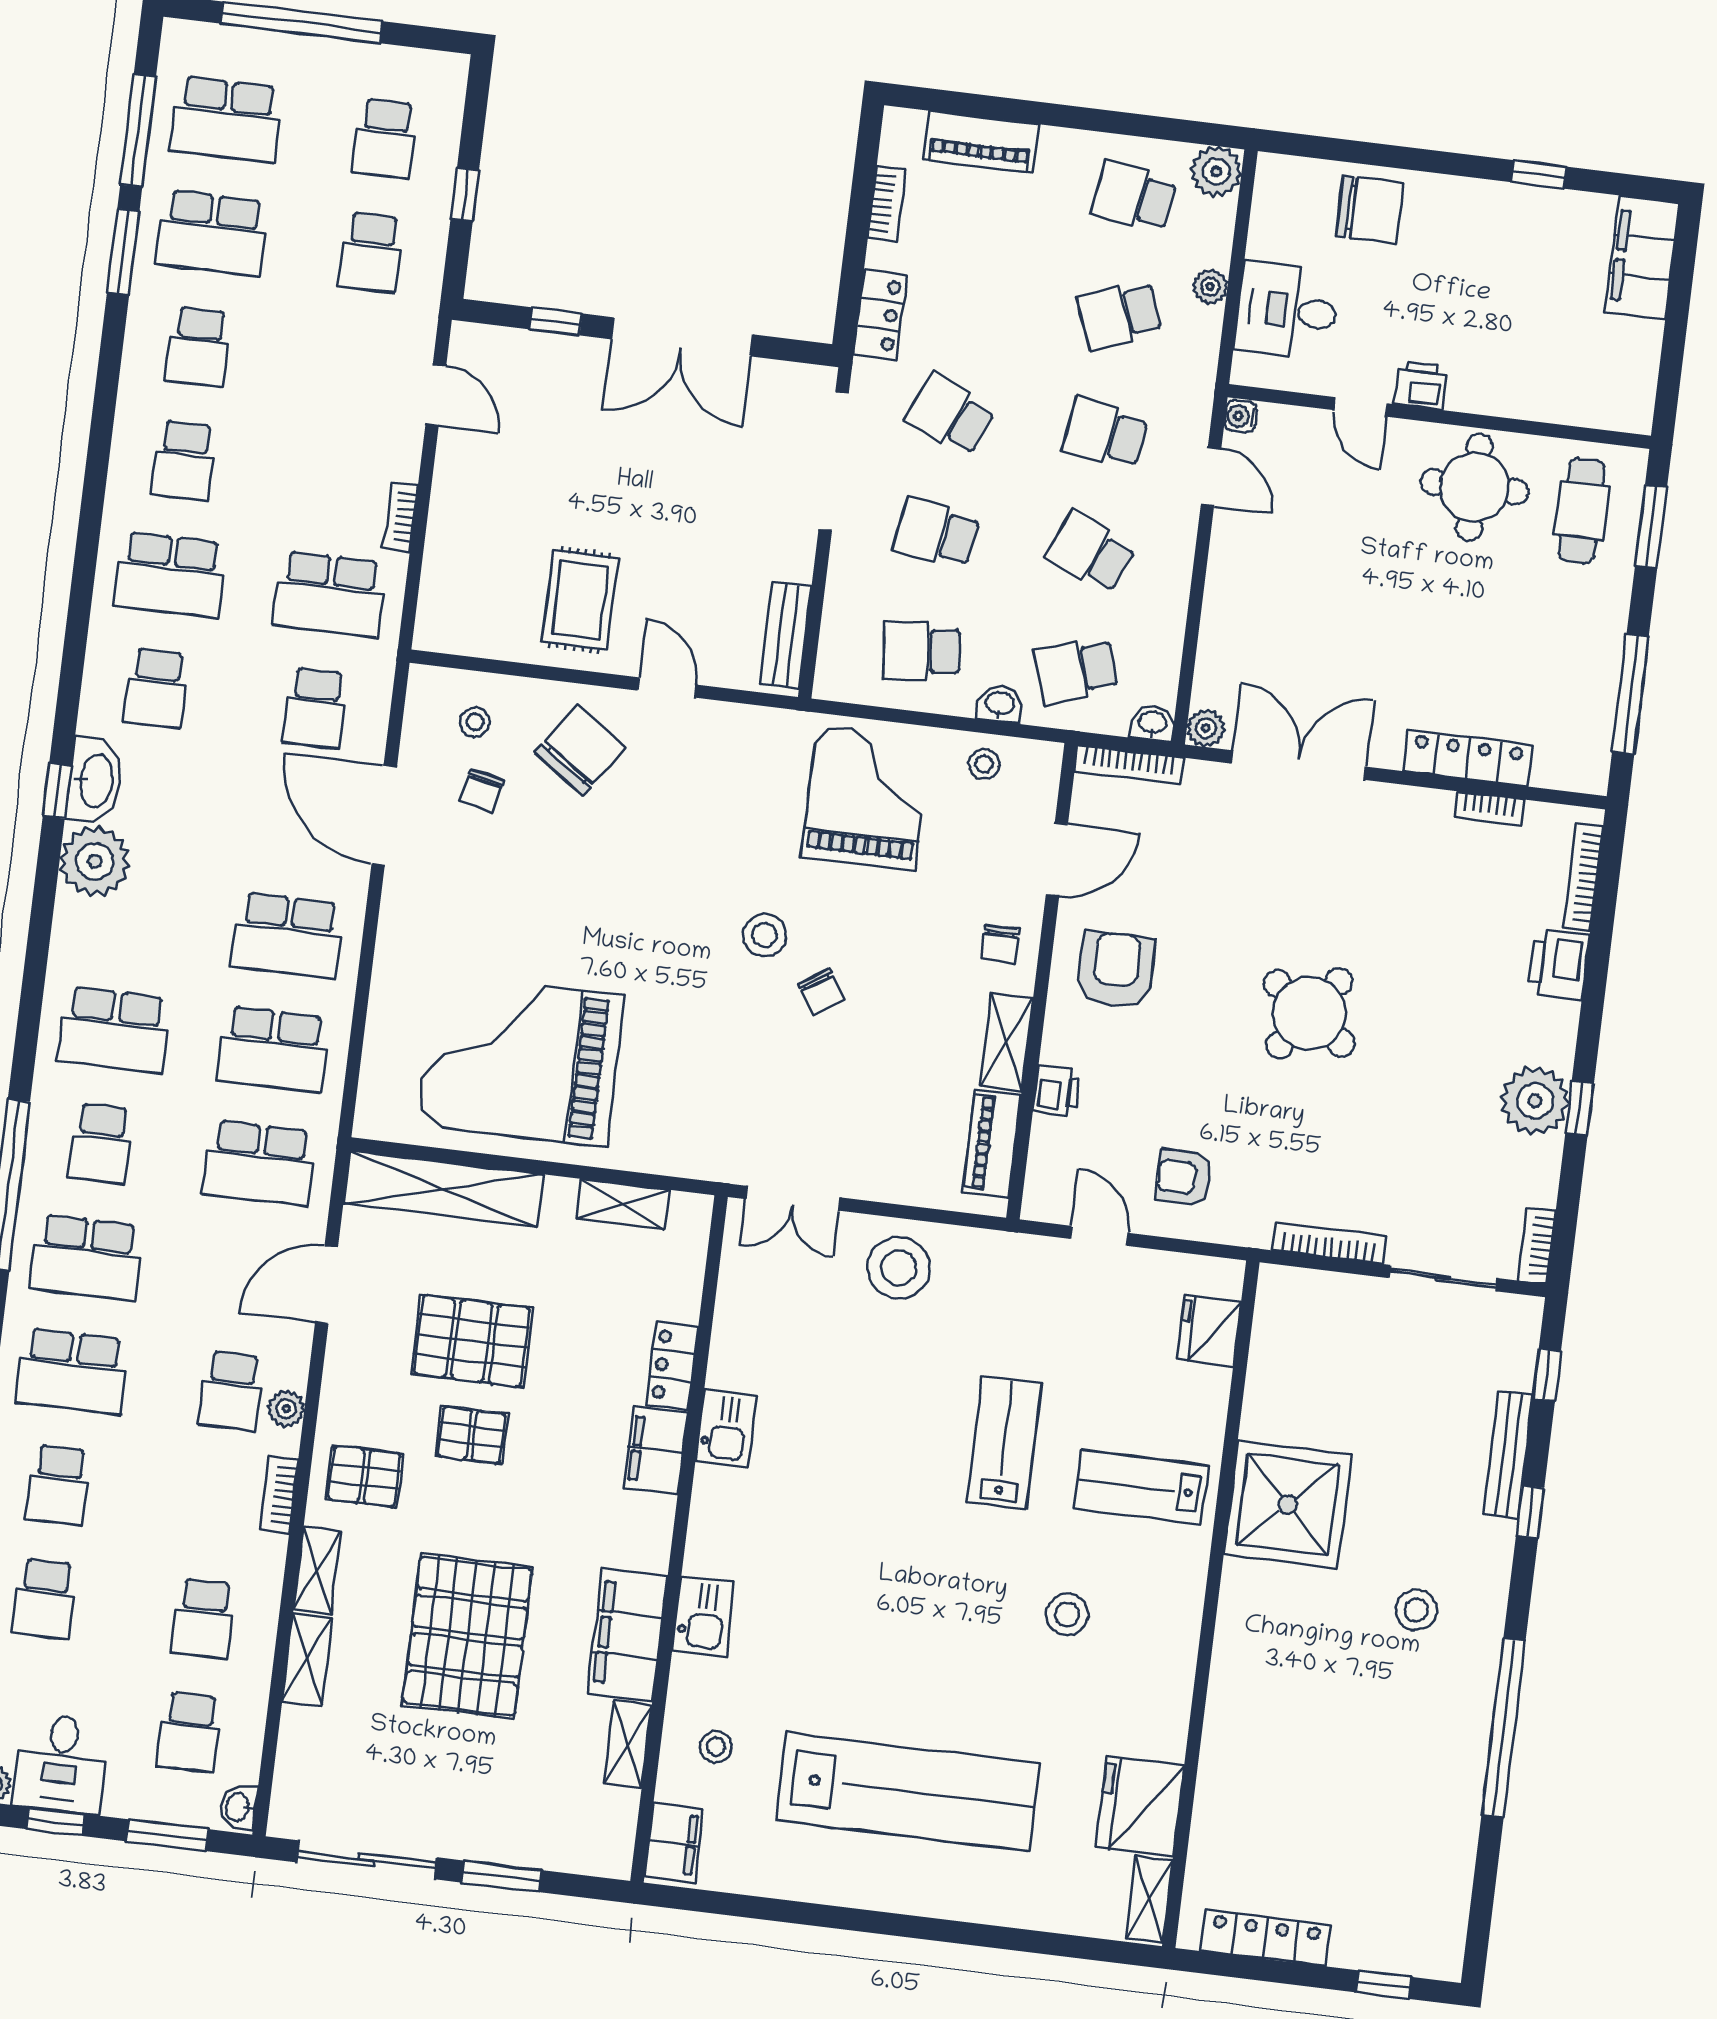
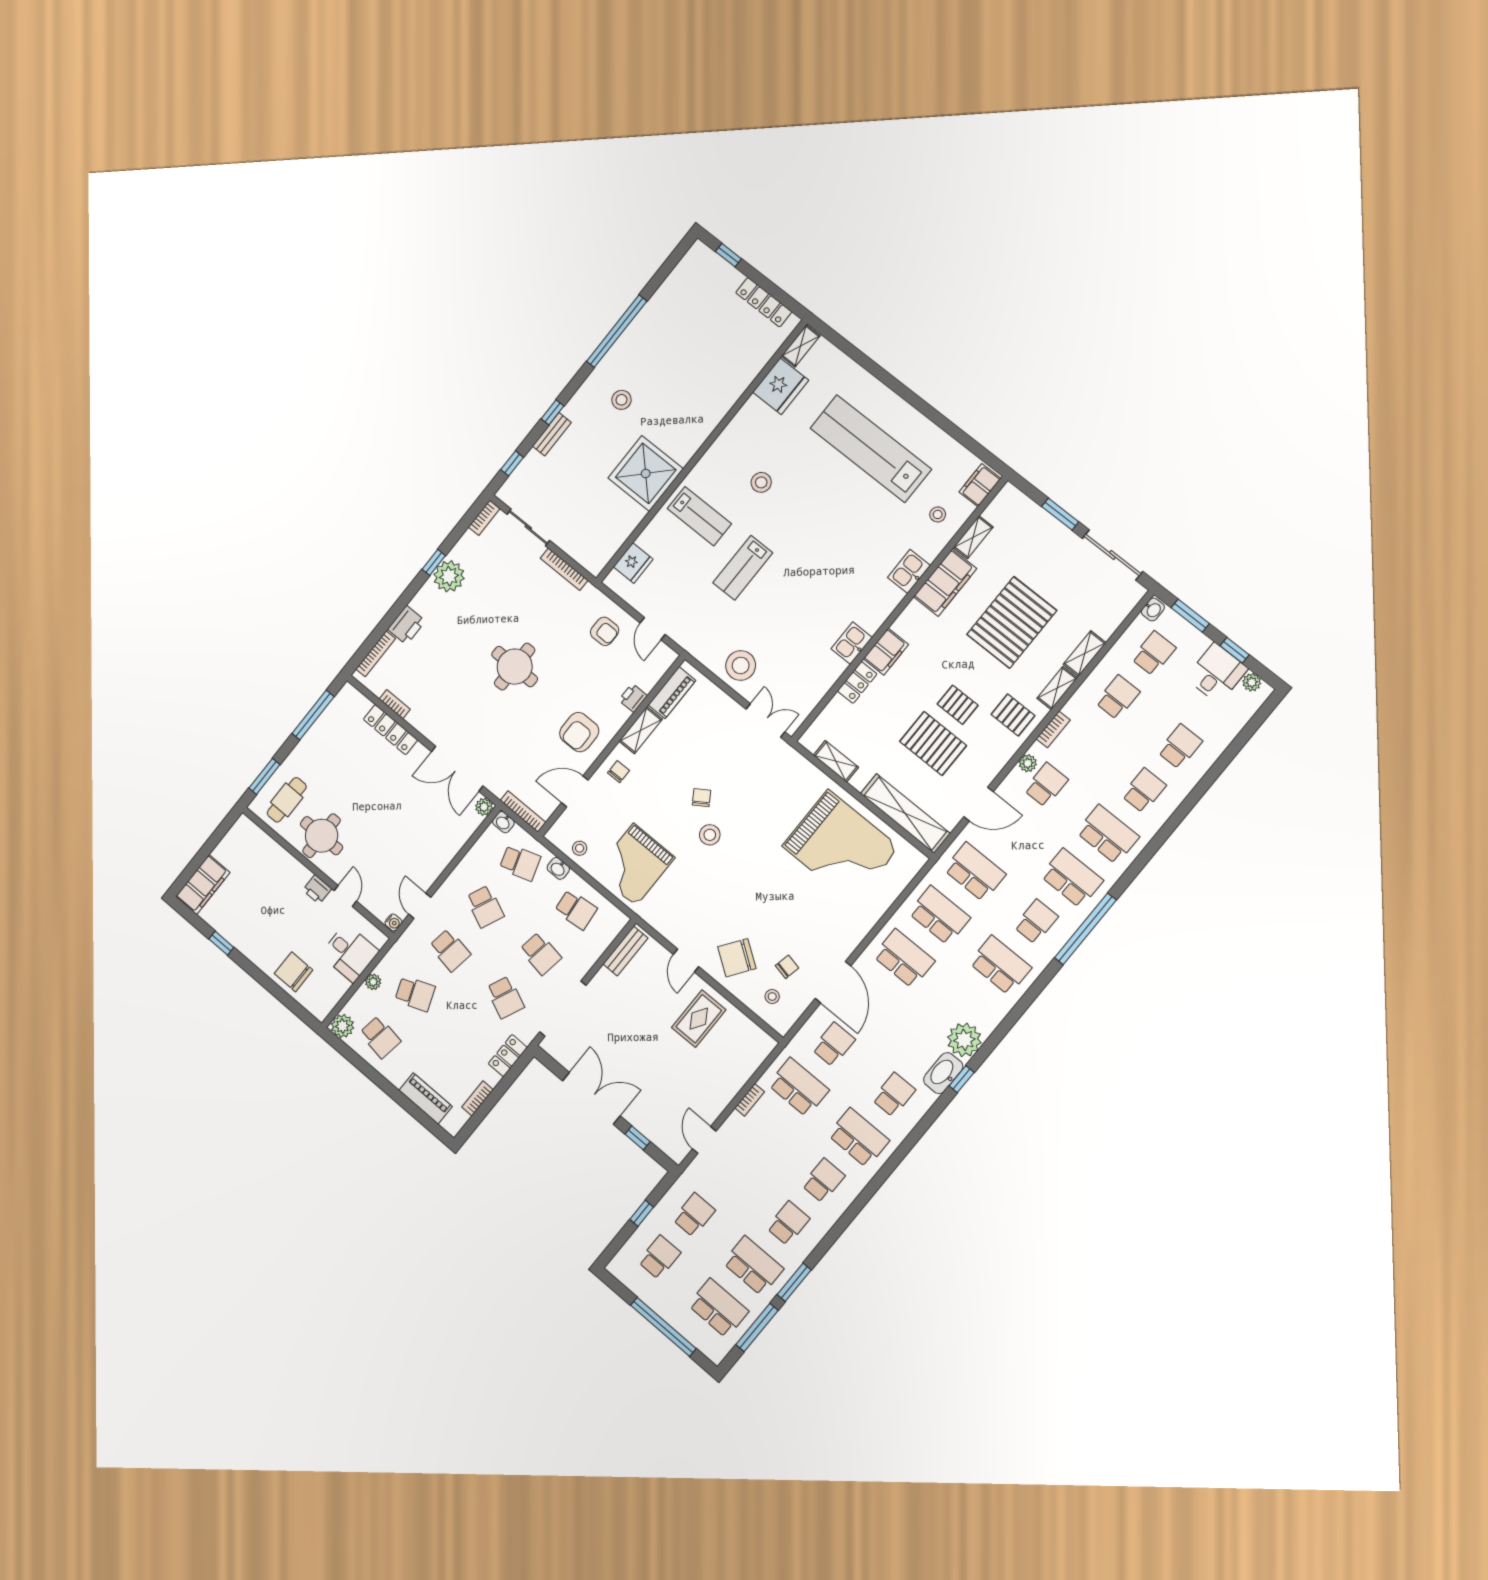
round table: (1309, 1013) -> (515, 667), turned -36
bench: (1508, 1455) -> (552, 434), width x0.73

